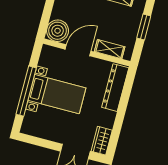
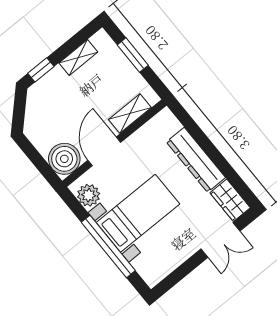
plant: (47, 59) -> (89, 195), added
dresser: (115, 88) -> (196, 160), moved

